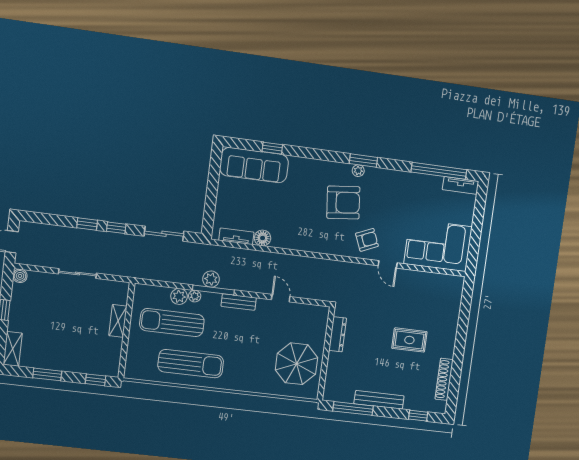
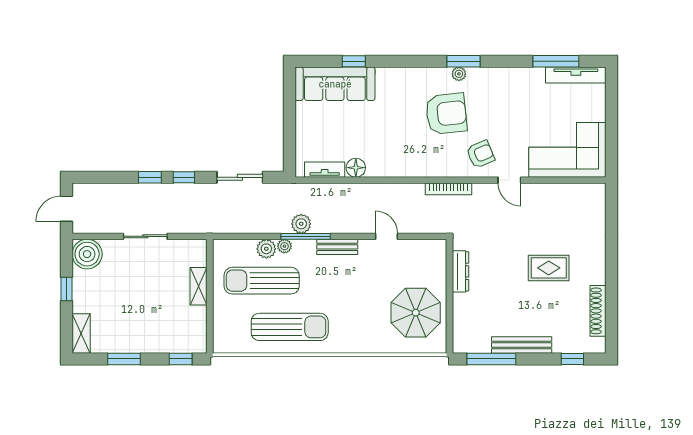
window: (439, 171) -> (556, 61), width x0.68
tv unit: (461, 185) -> (576, 75), width x1.41
bookcase: (337, 265) -> (449, 189), added
boiler: (20, 276) -> (87, 254), width x1.86, depth x1.86

